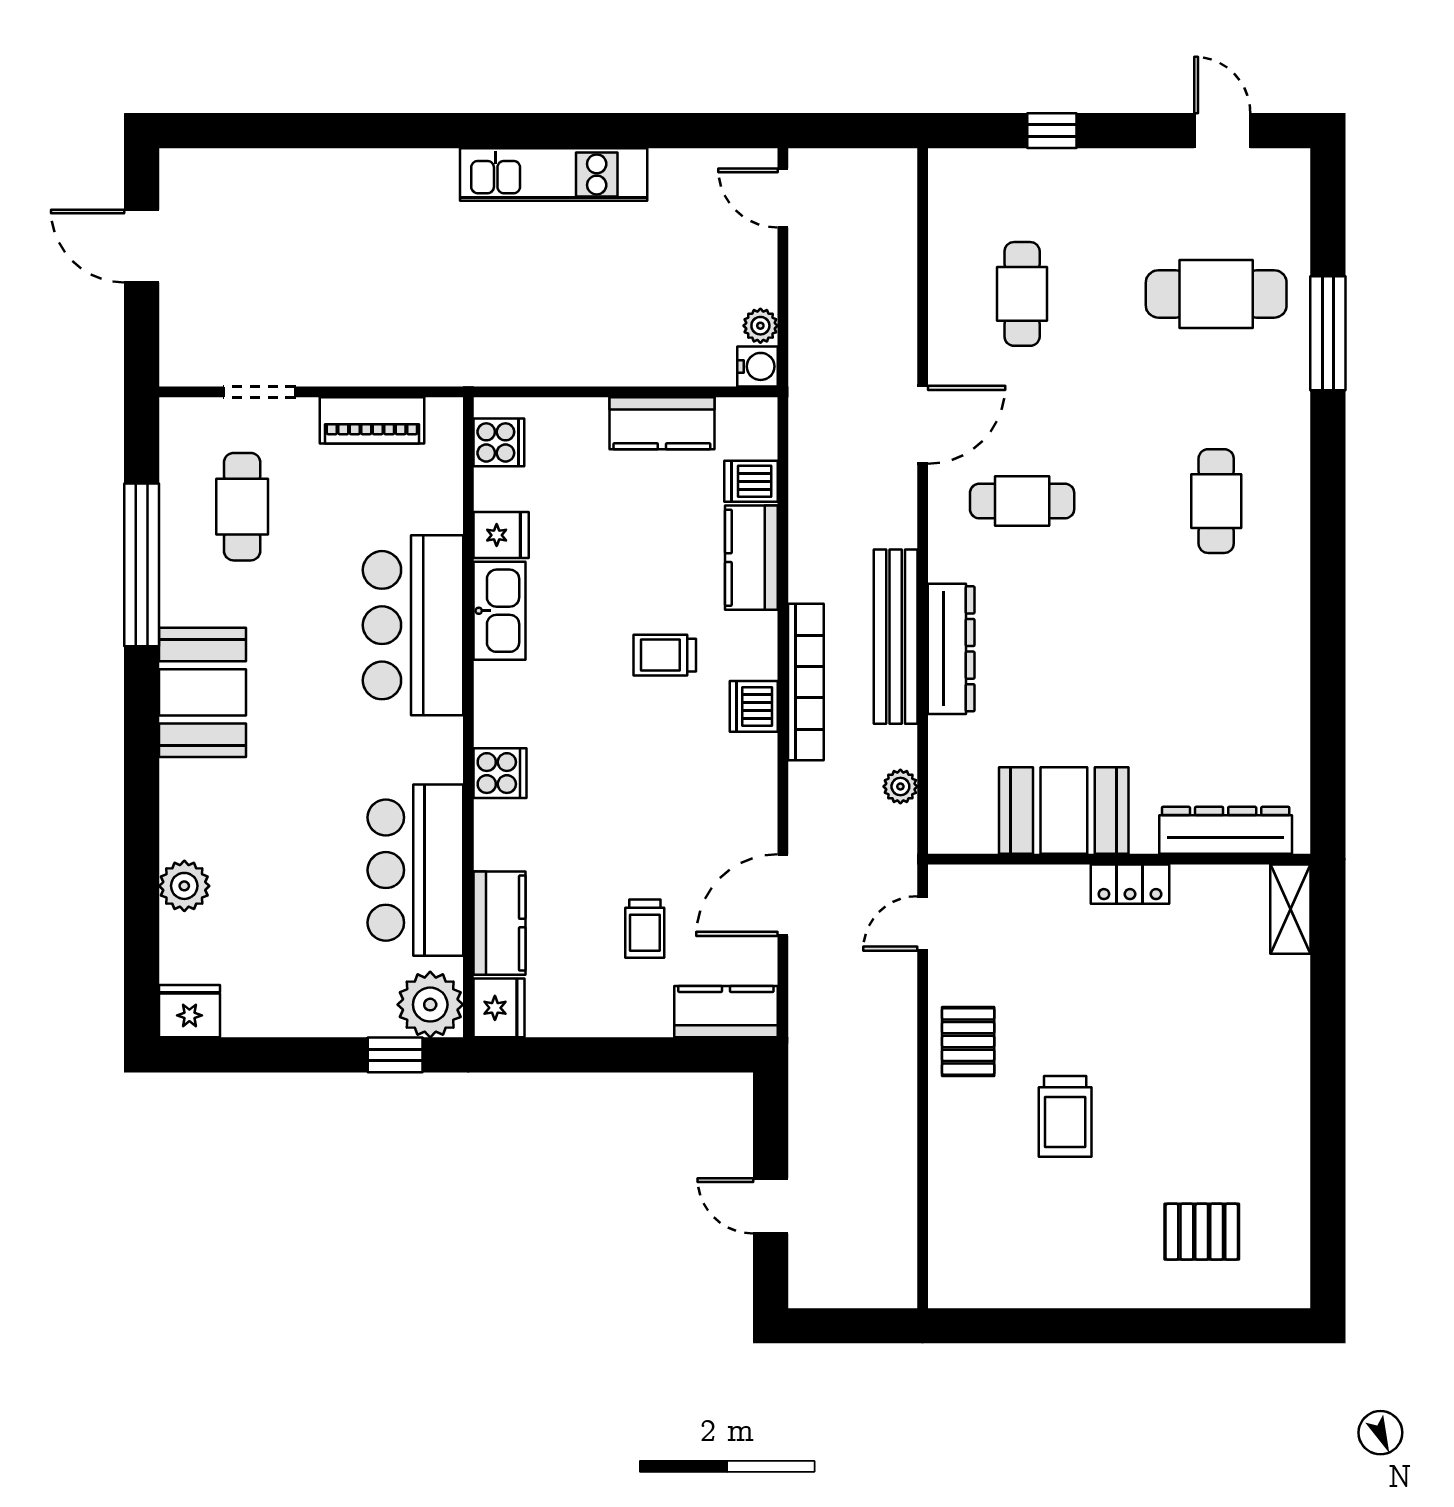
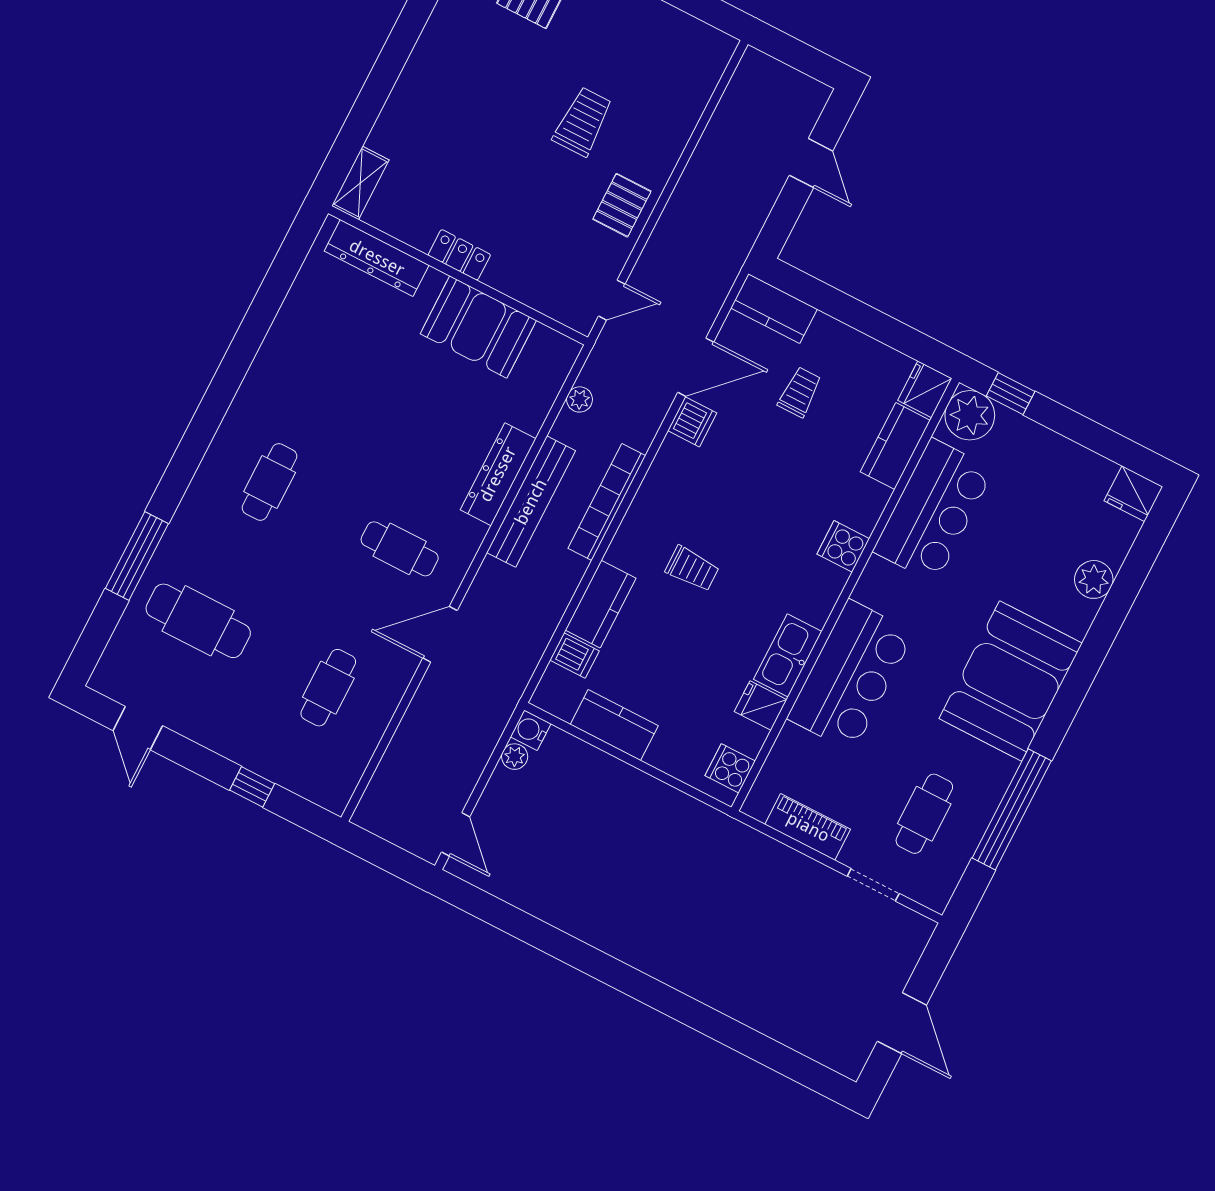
kitchen unit: (554, 174) -> (601, 929), removed
booth: (202, 692) -> (1011, 681), width x1.36, depth x1.42
dishwasher: (754, 706) -> (692, 422), moved

